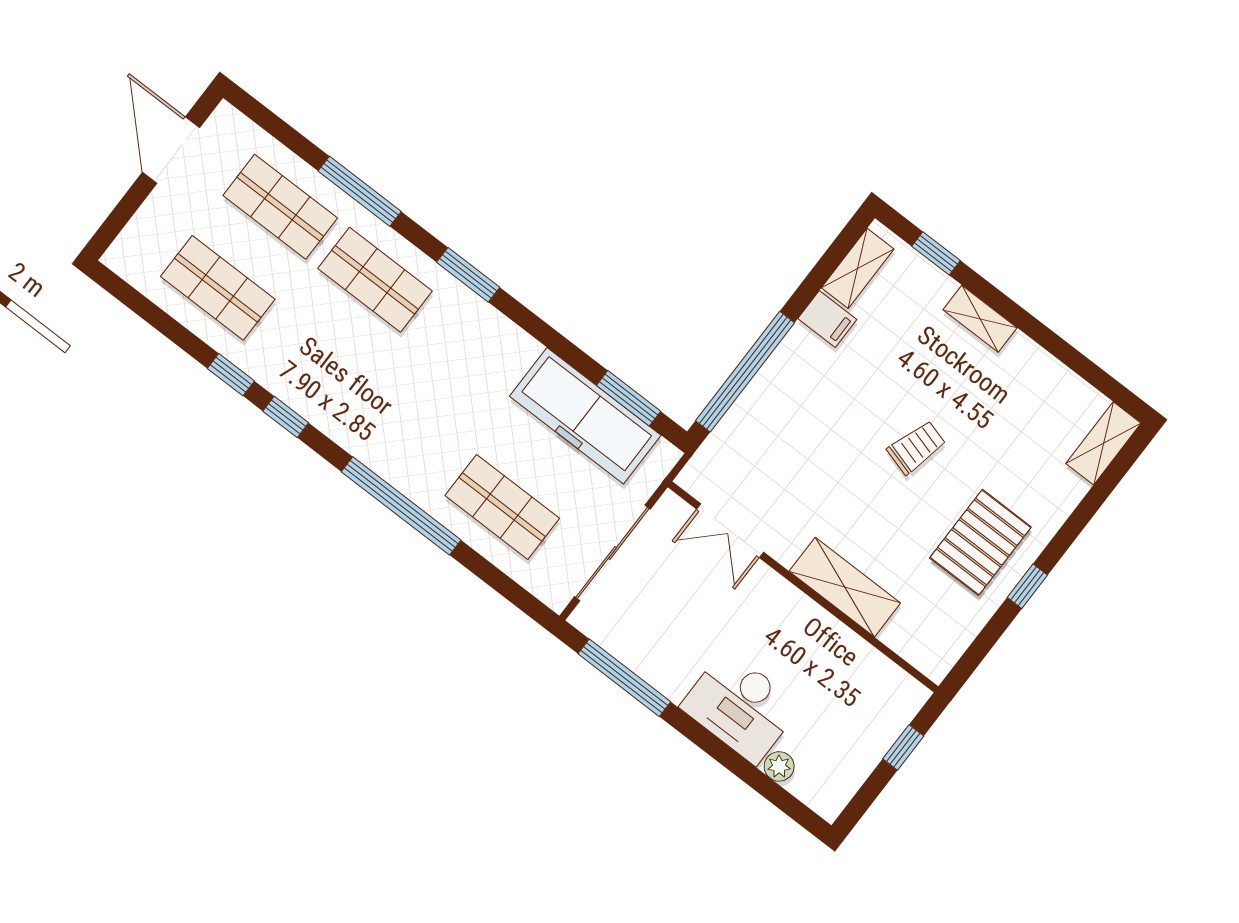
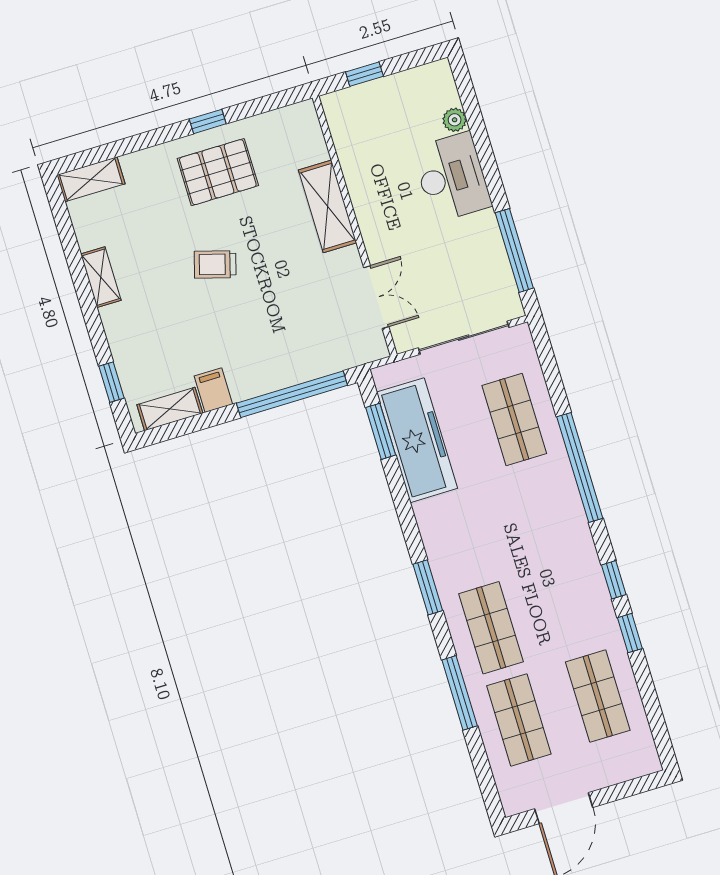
shelving: (980, 319) -> (101, 277), moved

